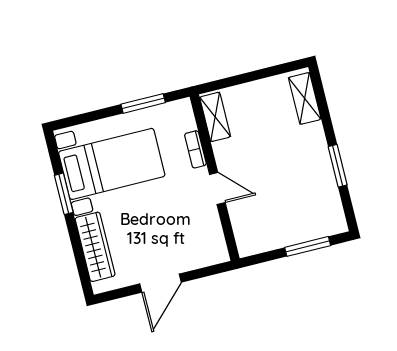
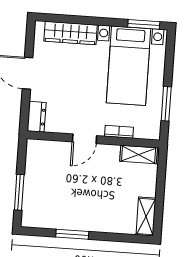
shelving: (305, 98) -> (146, 217), moved, turned 90
window: (64, 194) -> (144, 24), moved
dresser: (210, 255) -> (37, 117), added

